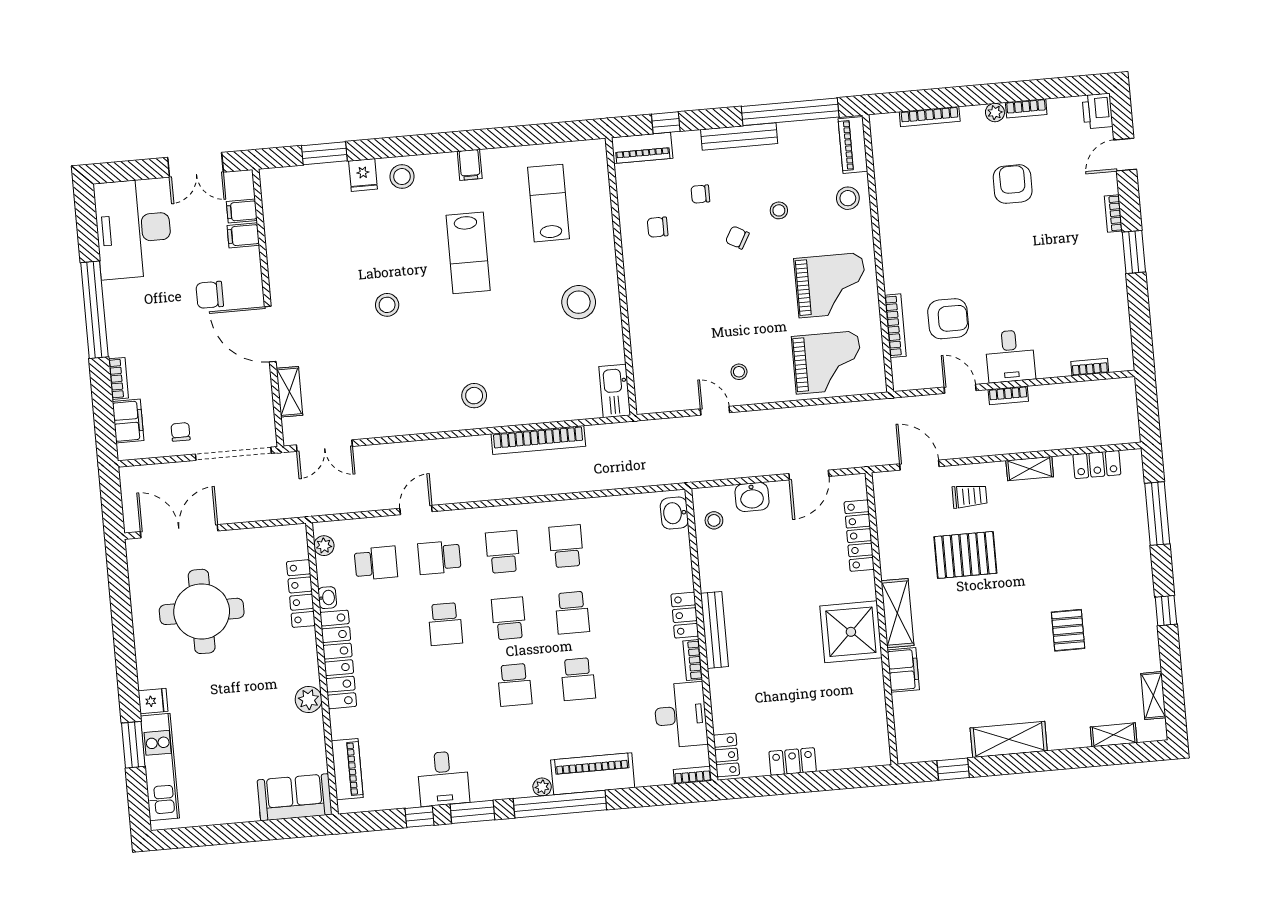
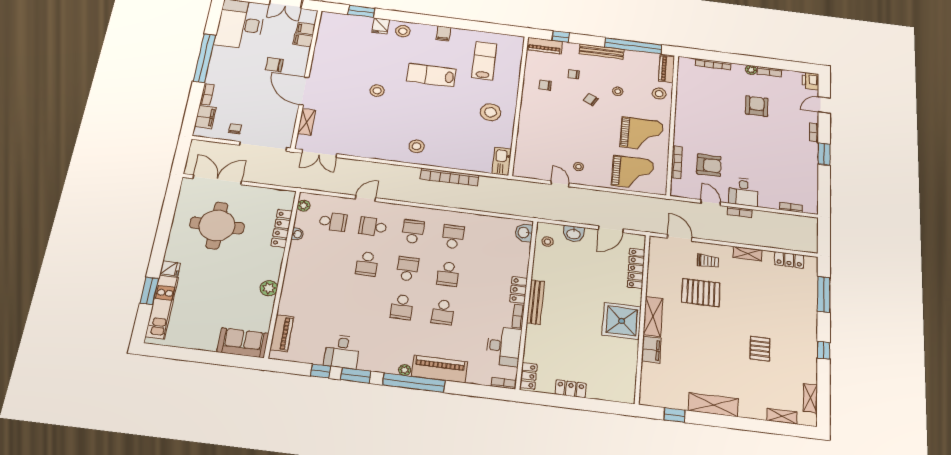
lab bench: (468, 253) -> (431, 75), turned 90
locker: (338, 659) -> (294, 270), removed

